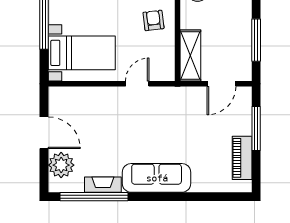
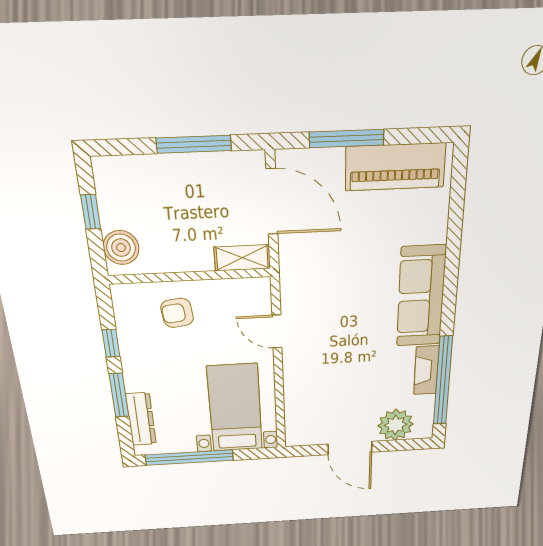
shelving: (190, 55) -> (242, 258), width x0.67, depth x0.75
door: (221, 84) -> (272, 202), width x1.36
door: (44, 133) -> (350, 448), swing flipped
piano: (242, 158) -> (395, 167), width x1.37, depth x1.33

